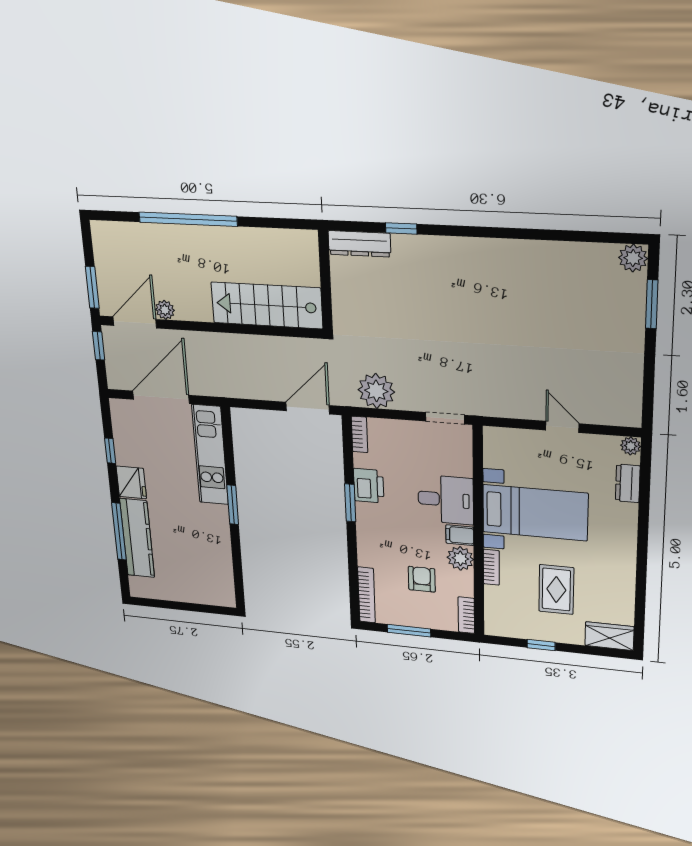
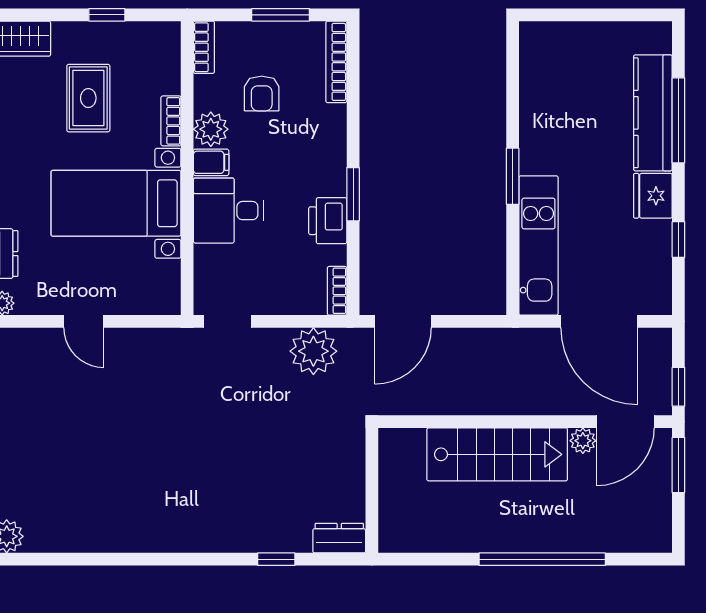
dresser: (359, 244) -> (339, 538), width x0.70
stairs: (267, 305) -> (497, 454), moved
door: (161, 397) -> (599, 321), hinge flipped

